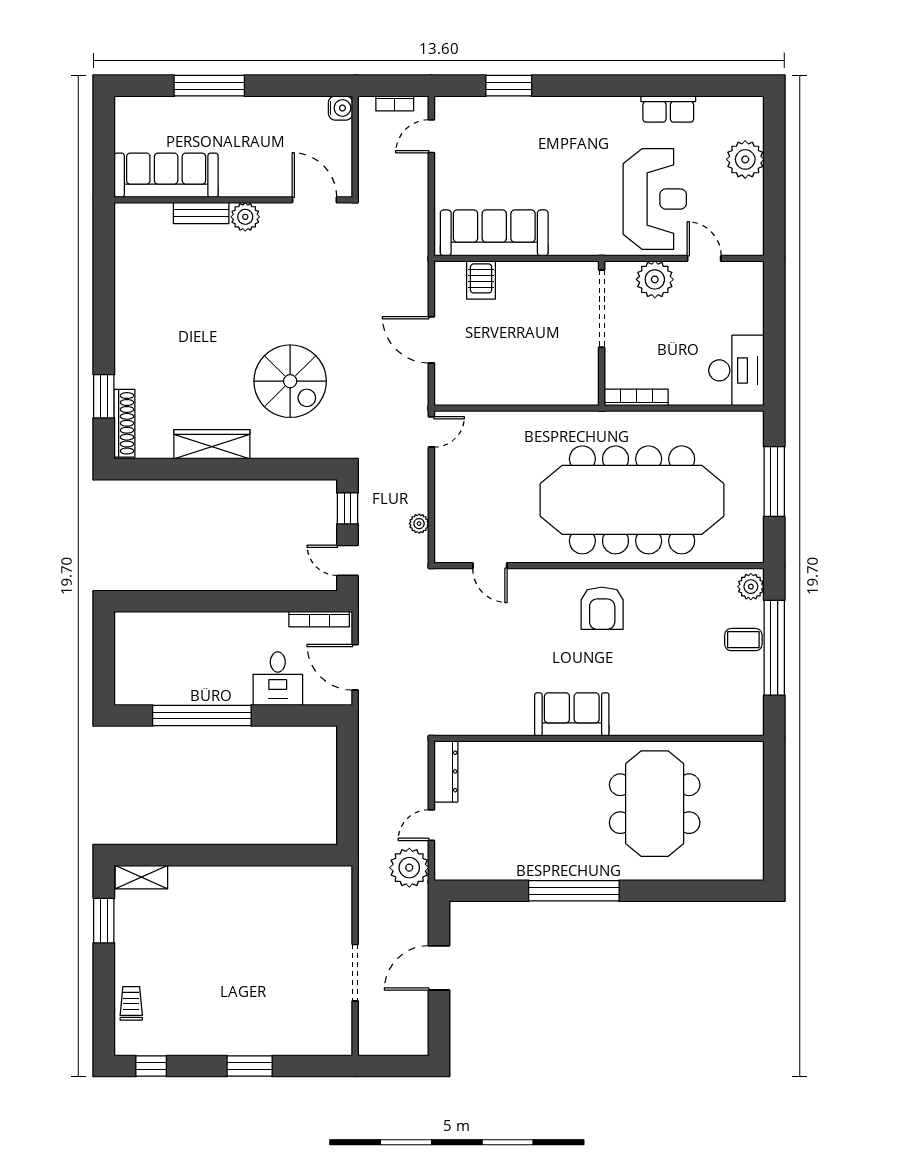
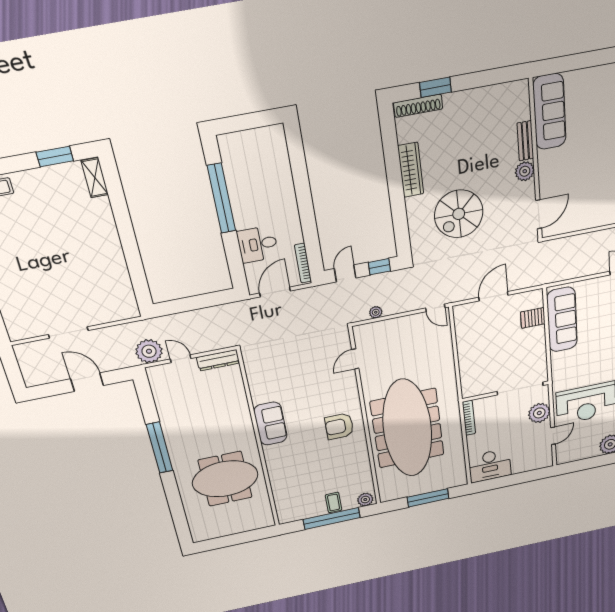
sofa: (166, 175) -> (549, 112), moved
wall: (233, 200) -> (535, 161), moved
door: (314, 200) -> (539, 214), moved
bench: (201, 213) -> (525, 141), moved
plant: (245, 217) -> (525, 171), moved

